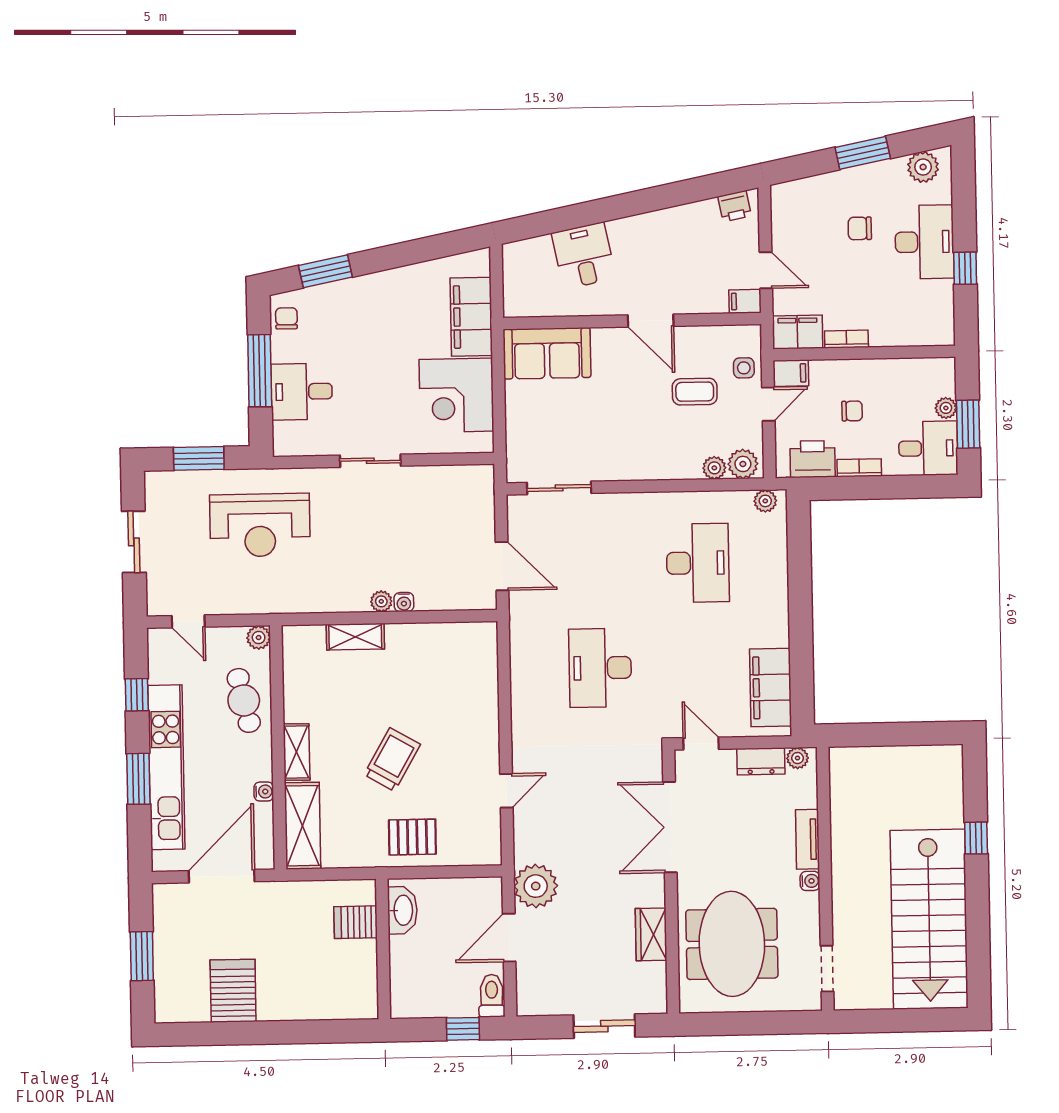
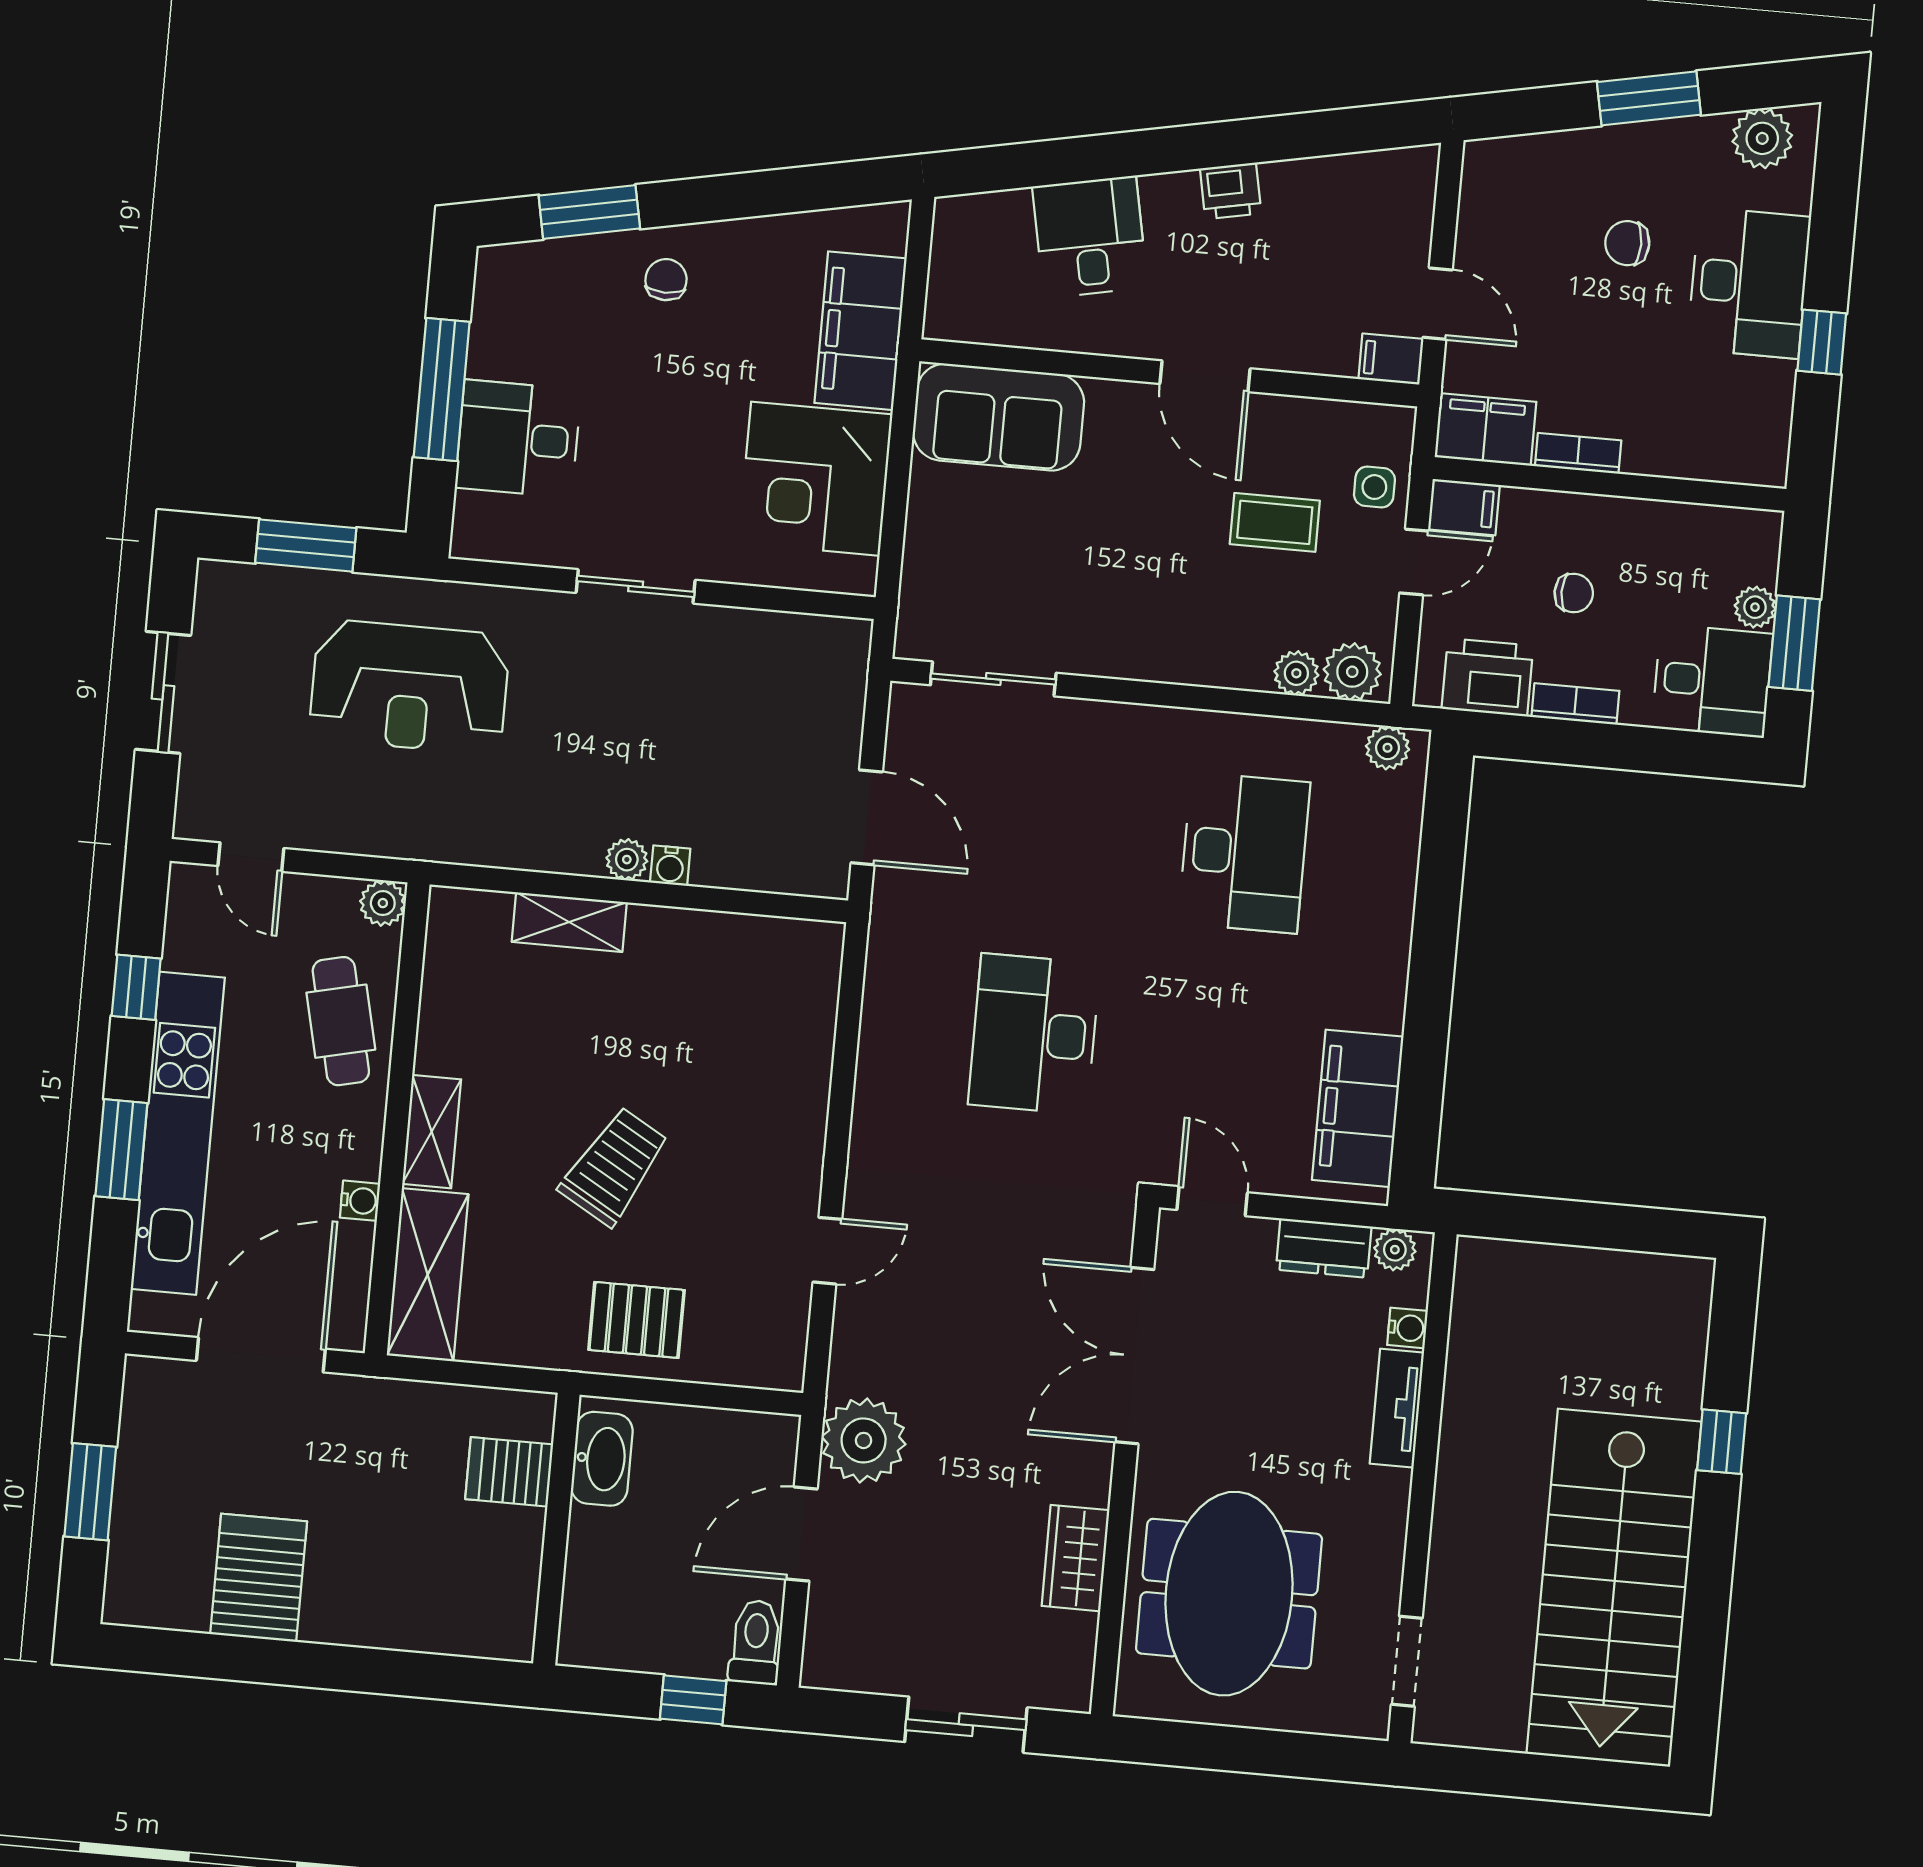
printer: (735, 206) -> (1231, 191), moved
chair: (286, 318) -> (666, 280), moved
water cooler: (810, 881) -> (1407, 1328), moved

